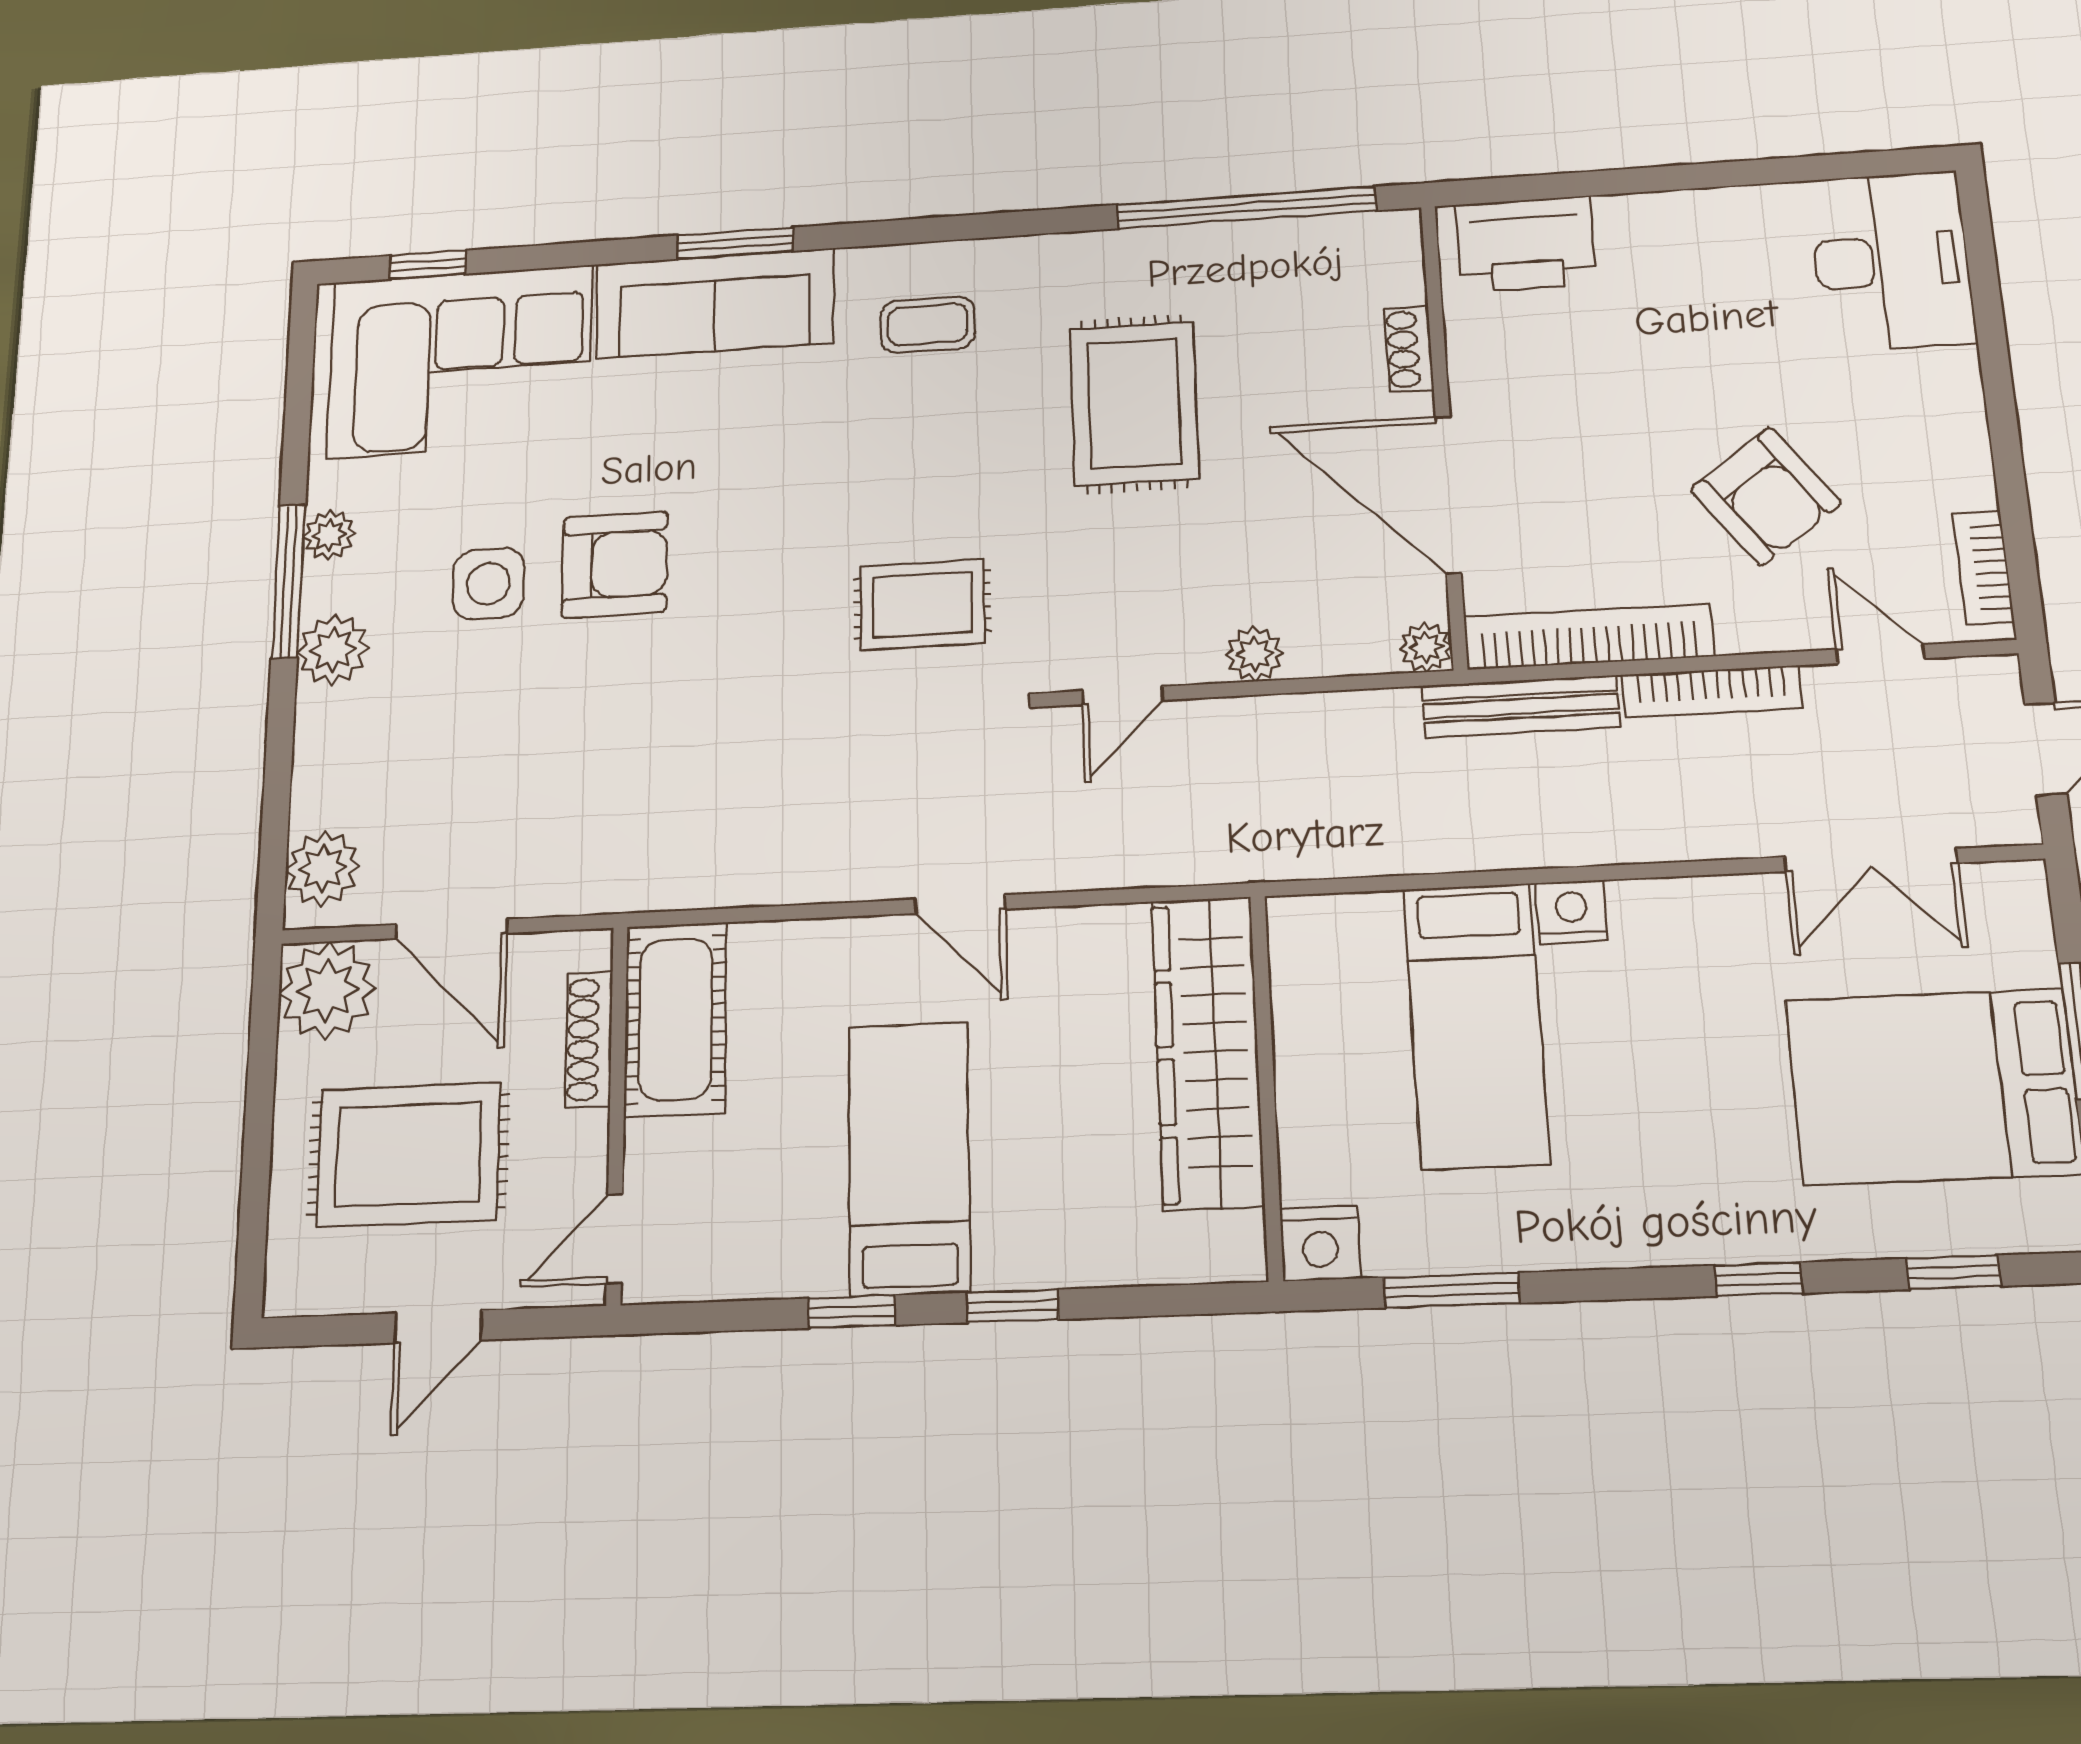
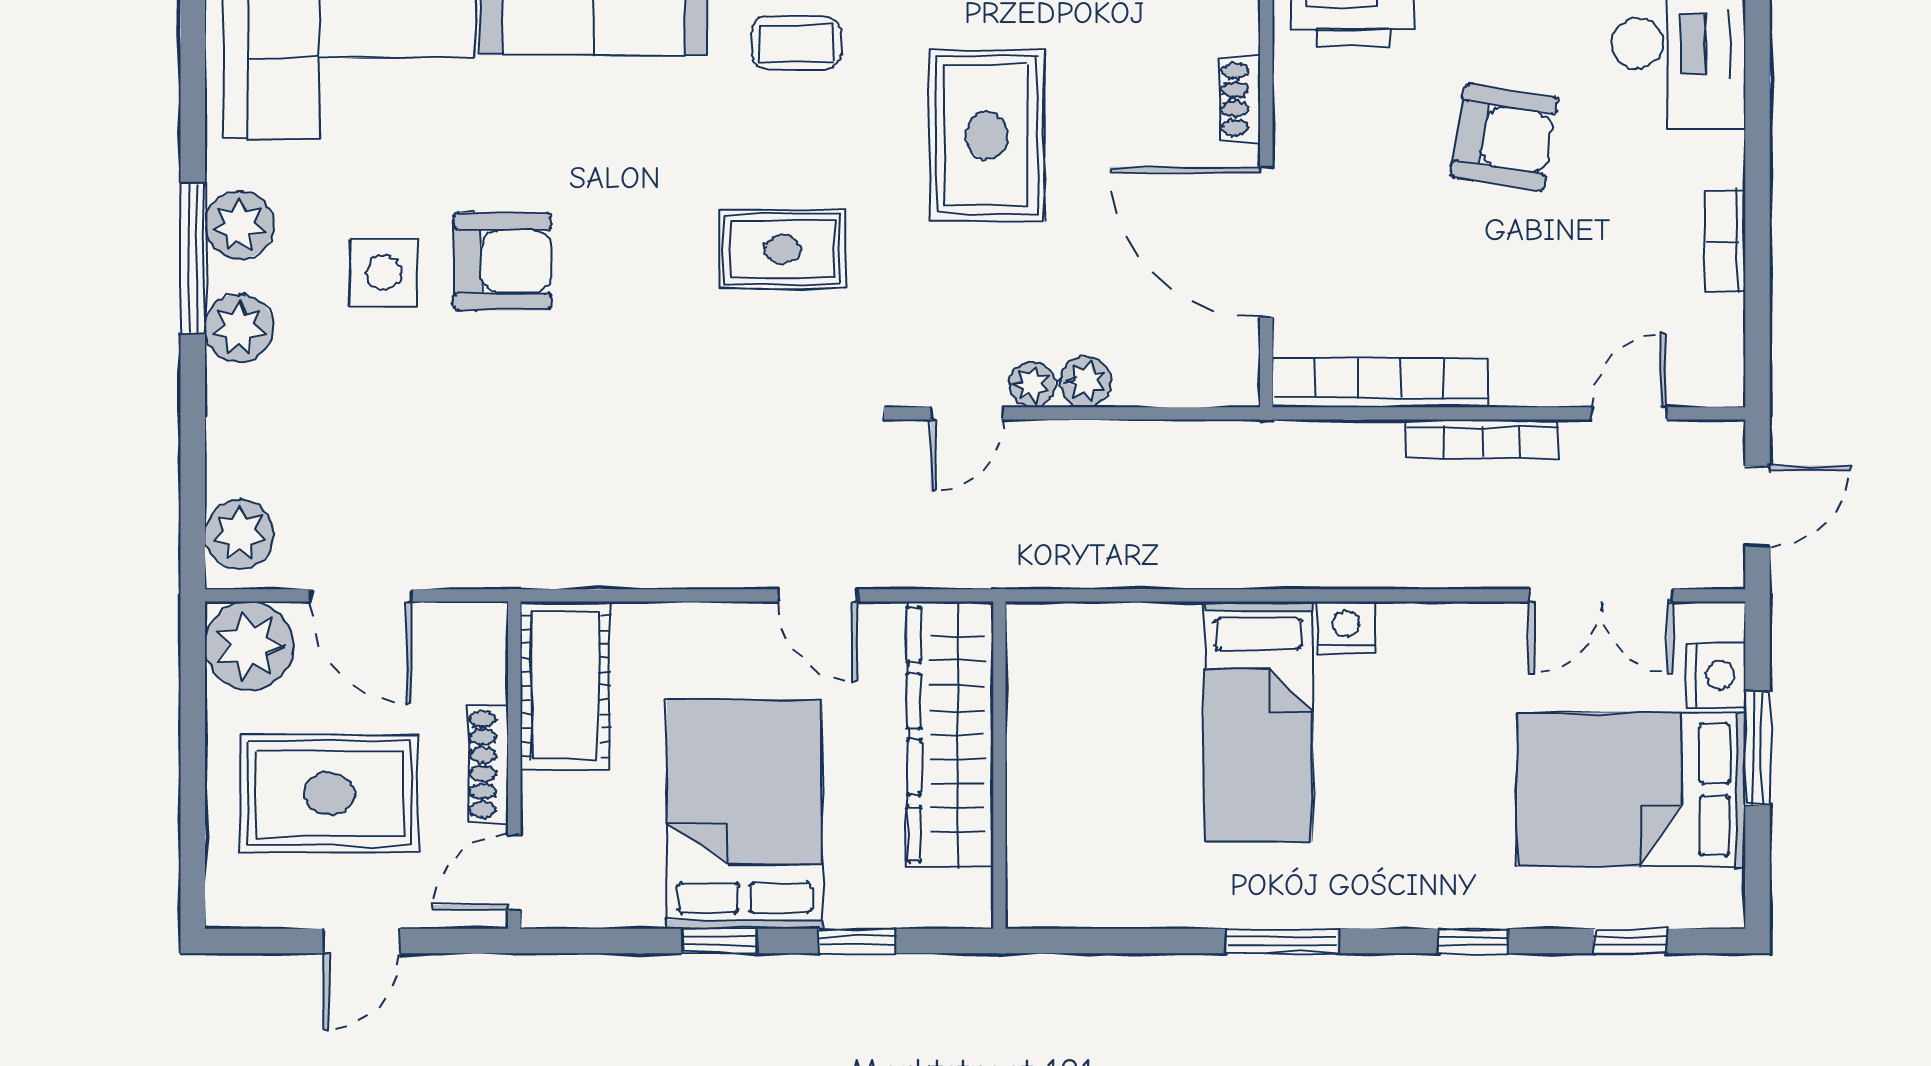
armchair: (1766, 496) -> (1504, 137), moved, turned -45
plant: (329, 535) -> (239, 225), width x1.38, depth x1.38
bookcase: (1983, 568) -> (1725, 241), moved
rug: (922, 605) -> (782, 249), moved
plant: (1426, 647) -> (1032, 384), moved
door: (1880, 654) -> (1629, 413), hinge flipped
bench: (1521, 706) -> (1316, 443), removed
shoe rack: (589, 1039) -> (488, 764), moved
wardrobe: (1207, 1052) -> (950, 734), moved
wall: (1267, 1085) -> (999, 765), moved
bed: (909, 1158) -> (744, 814), width x1.50
nightstand: (1320, 1244) -> (1716, 675), moved, turned -90
window: (1452, 1290) -> (1282, 941), moved

